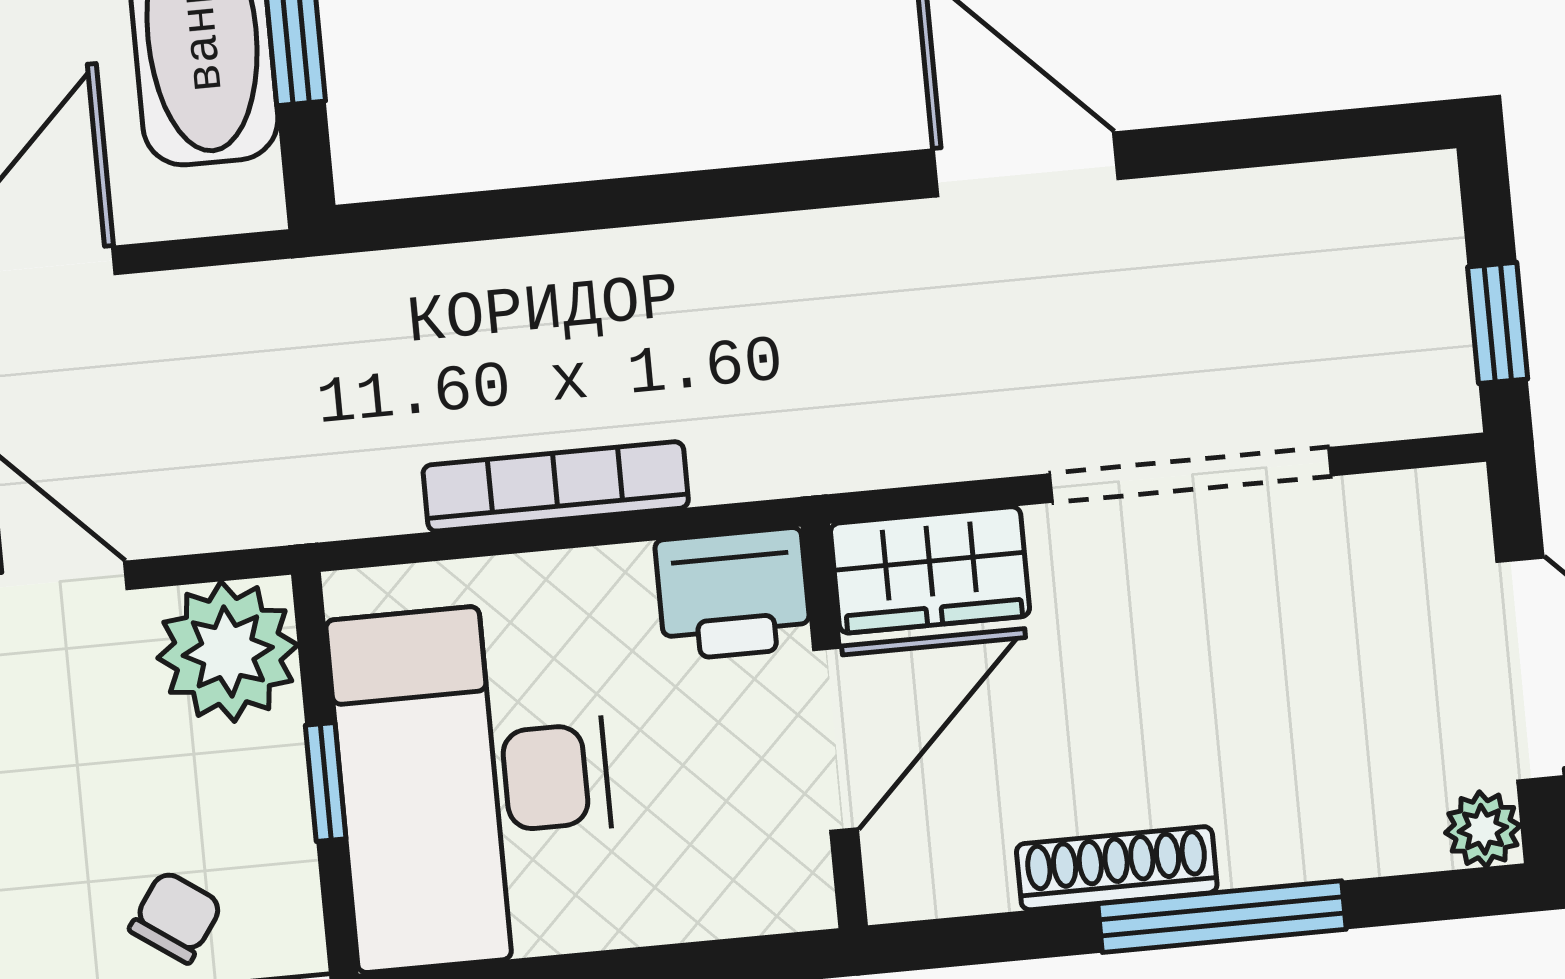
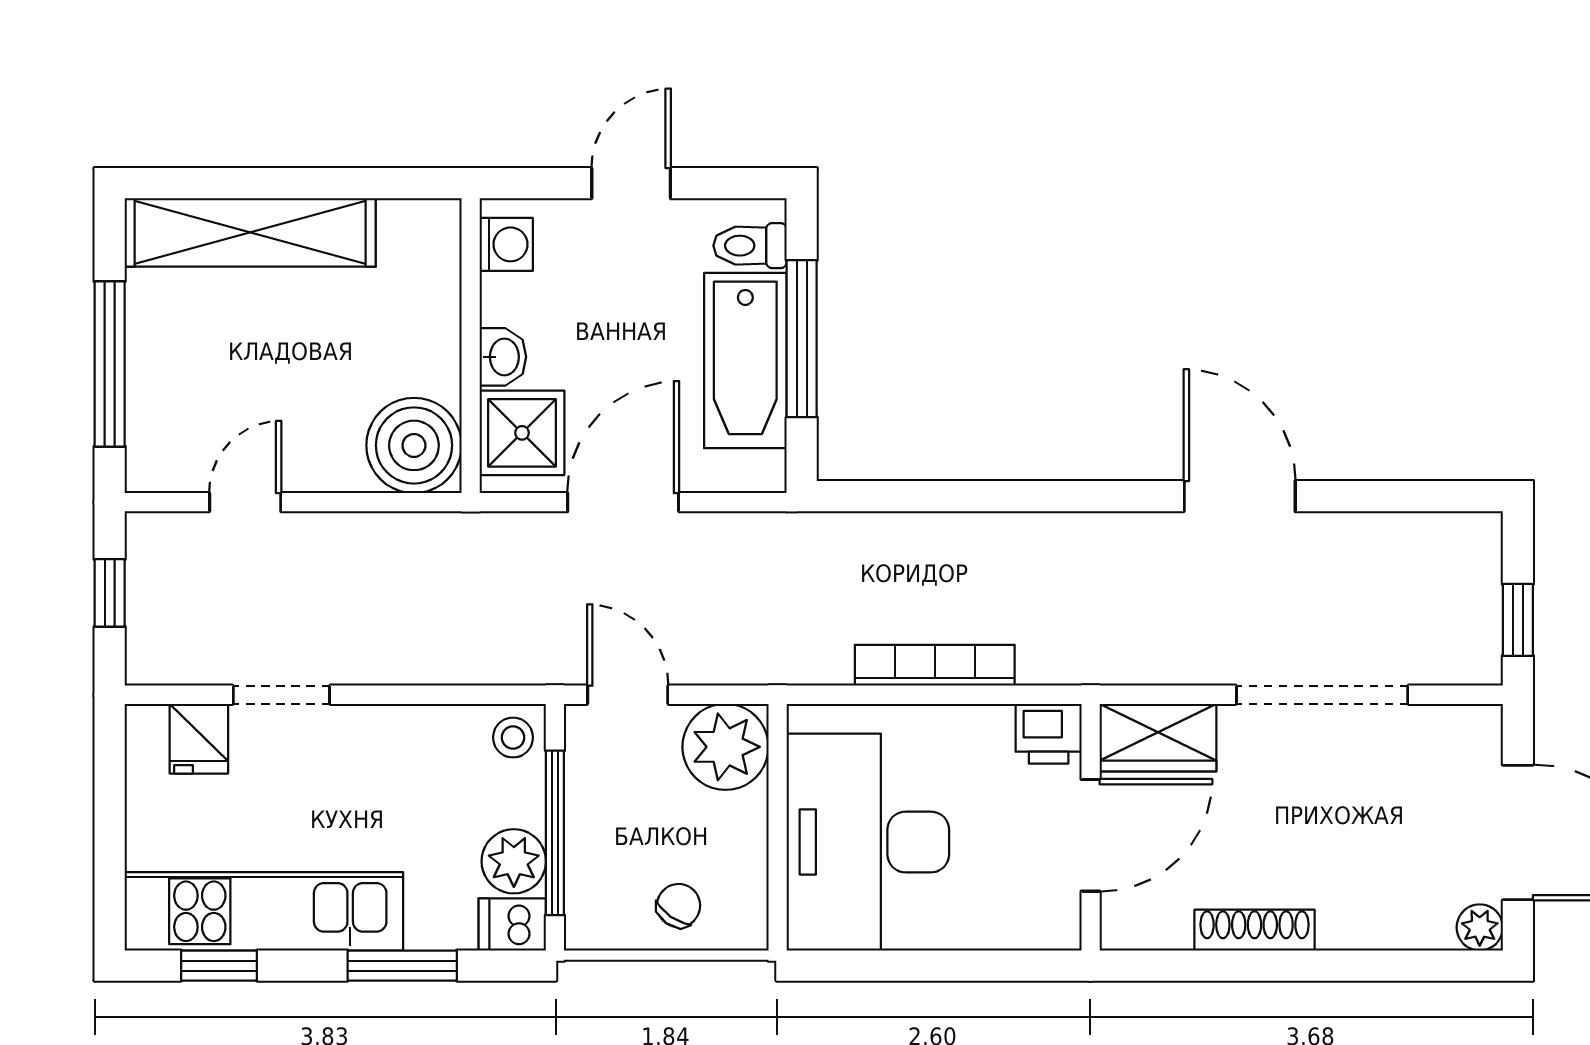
printer: (733, 594) -> (1049, 734), width x0.73, depth x0.81
window: (326, 782) -> (778, 832), removed
window: (1222, 917) -> (1316, 966), removed

